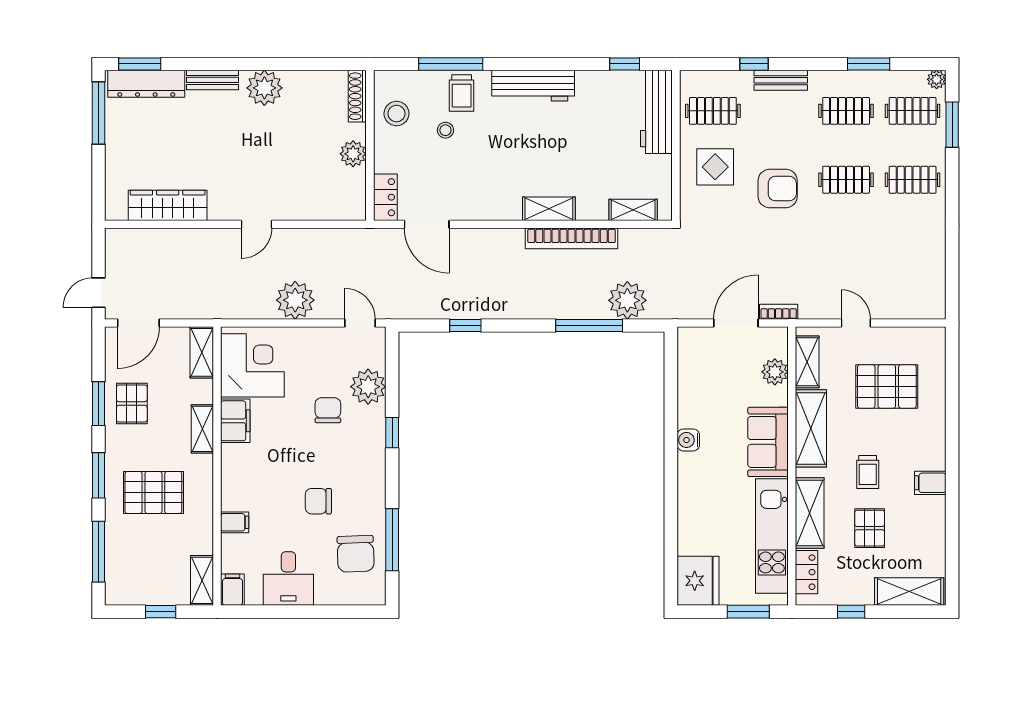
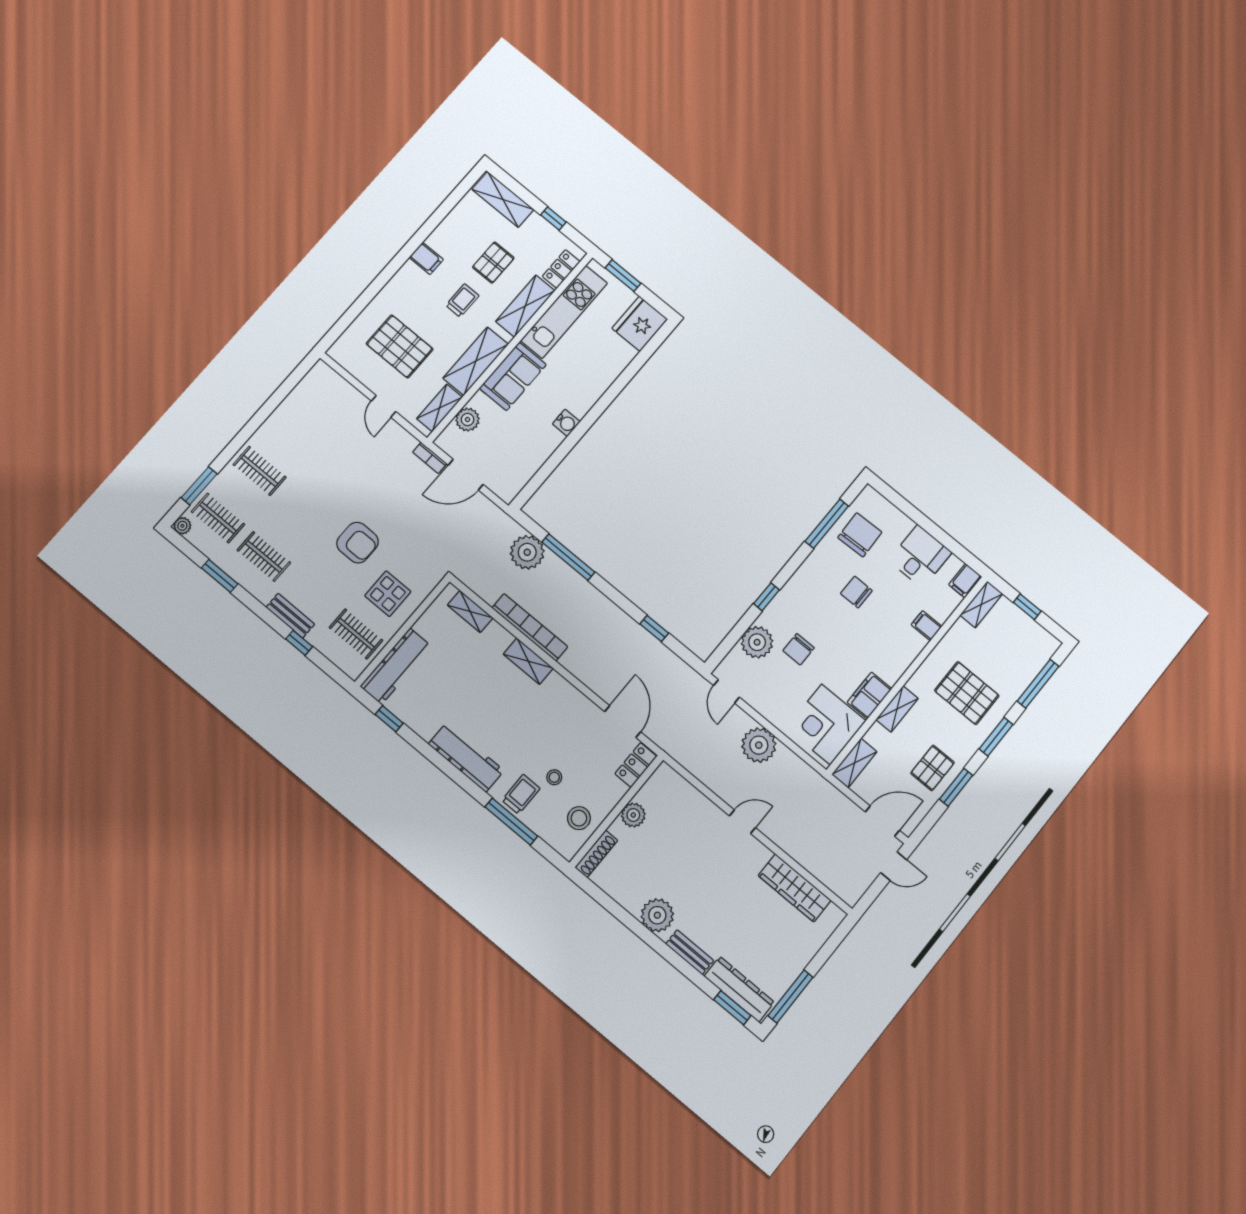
clothes rail: (846, 180) -> (305, 509), removed
armchair: (778, 188) -> (358, 543), turned 180
chair: (318, 501) -> (856, 592), turned 180

